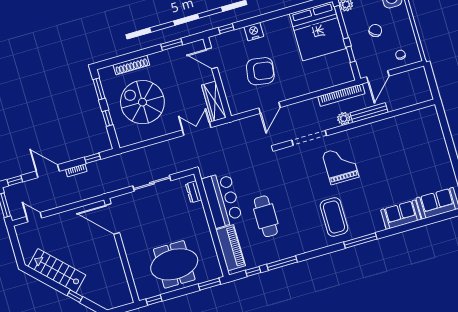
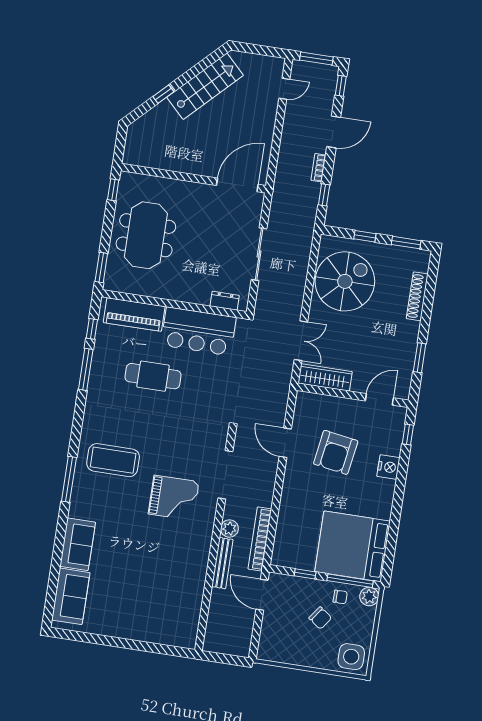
chair: (400, 55) -> (340, 597), moved
spiral stairs: (142, 102) -> (345, 281), moved

